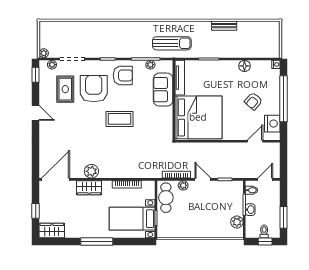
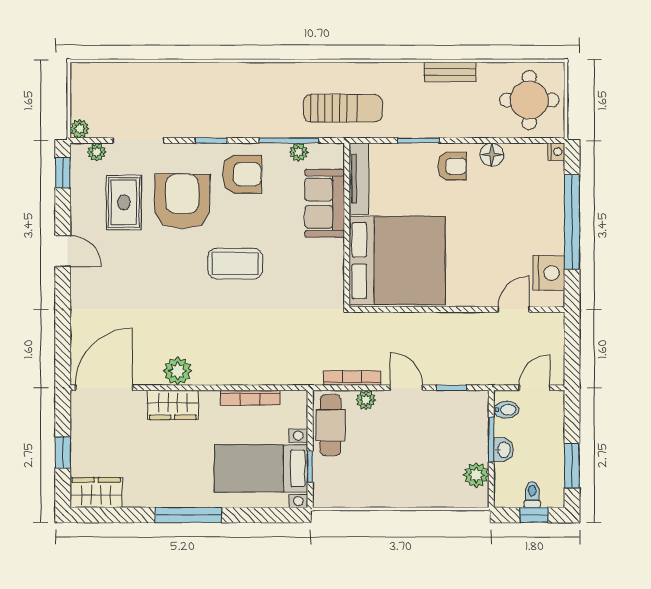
round table: (263, 39) -> (529, 100), added
armchair: (253, 101) -> (452, 166), moved, turned -131

